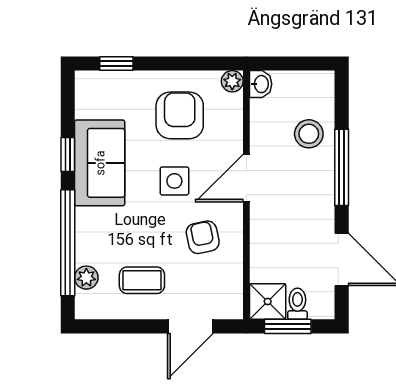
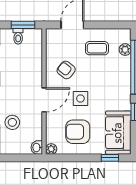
armchair: (180, 115) -> (78, 132), turned 90
sofa: (100, 163) -> (118, 133), moved
armchair: (203, 237) -> (66, 70), turned 140
shower: (268, 301) -> (33, 37), removed

